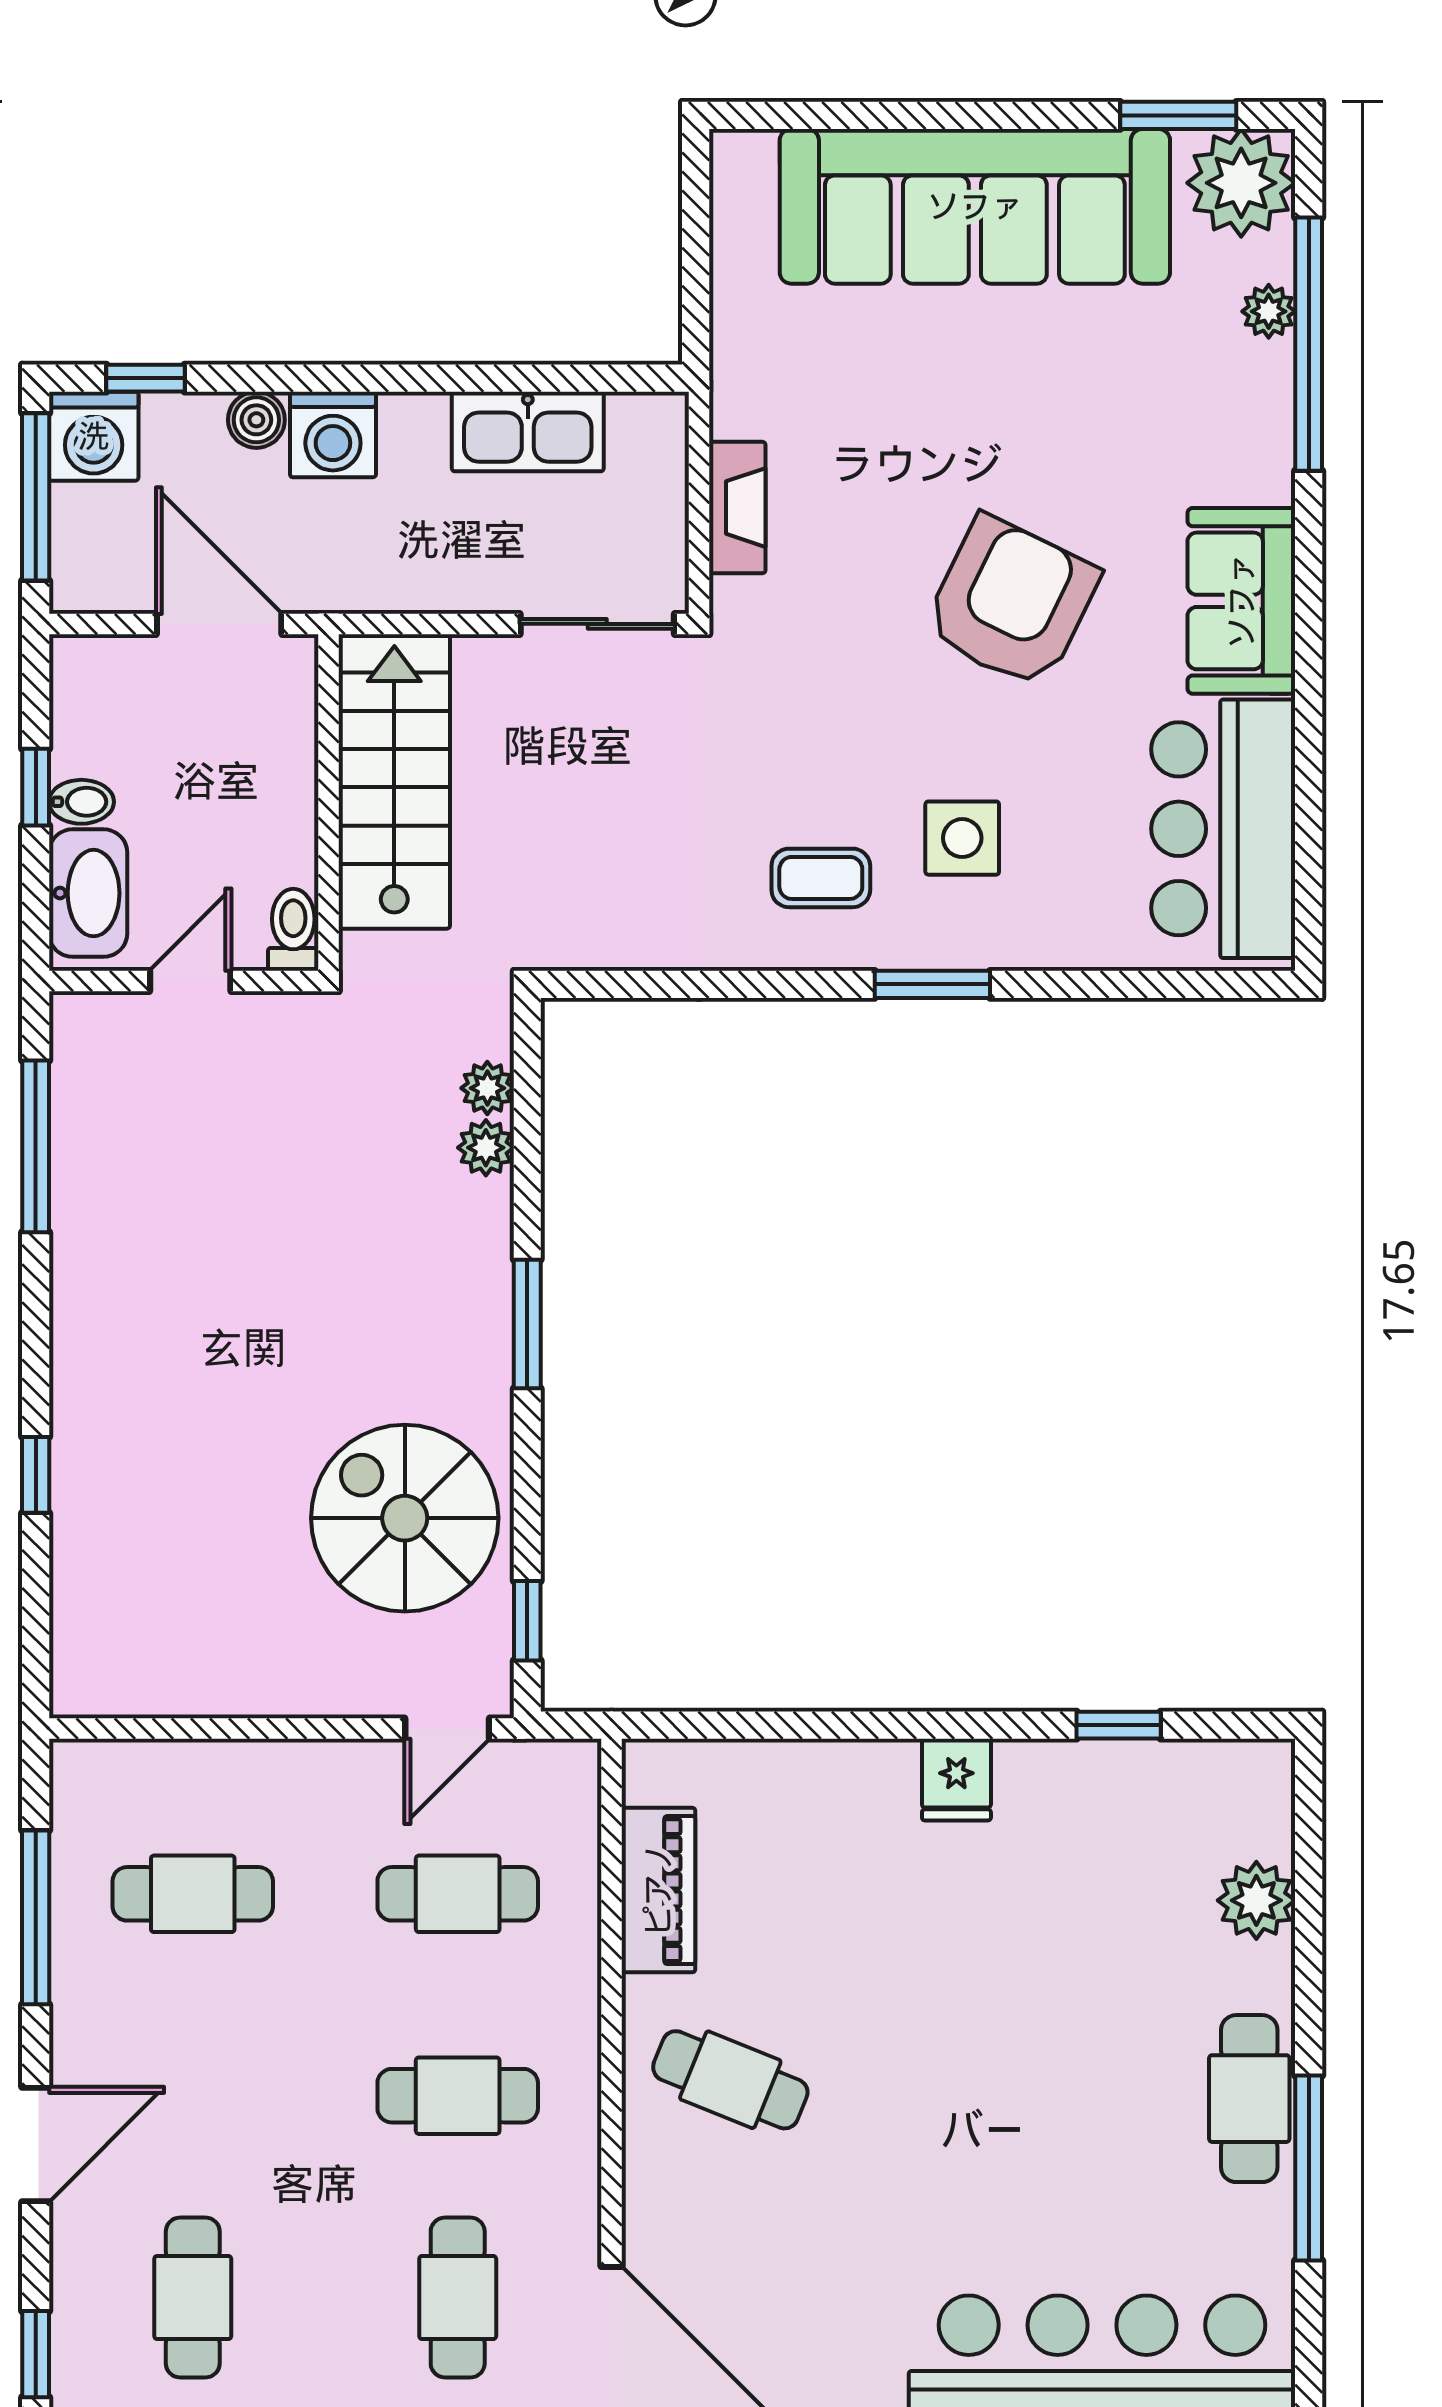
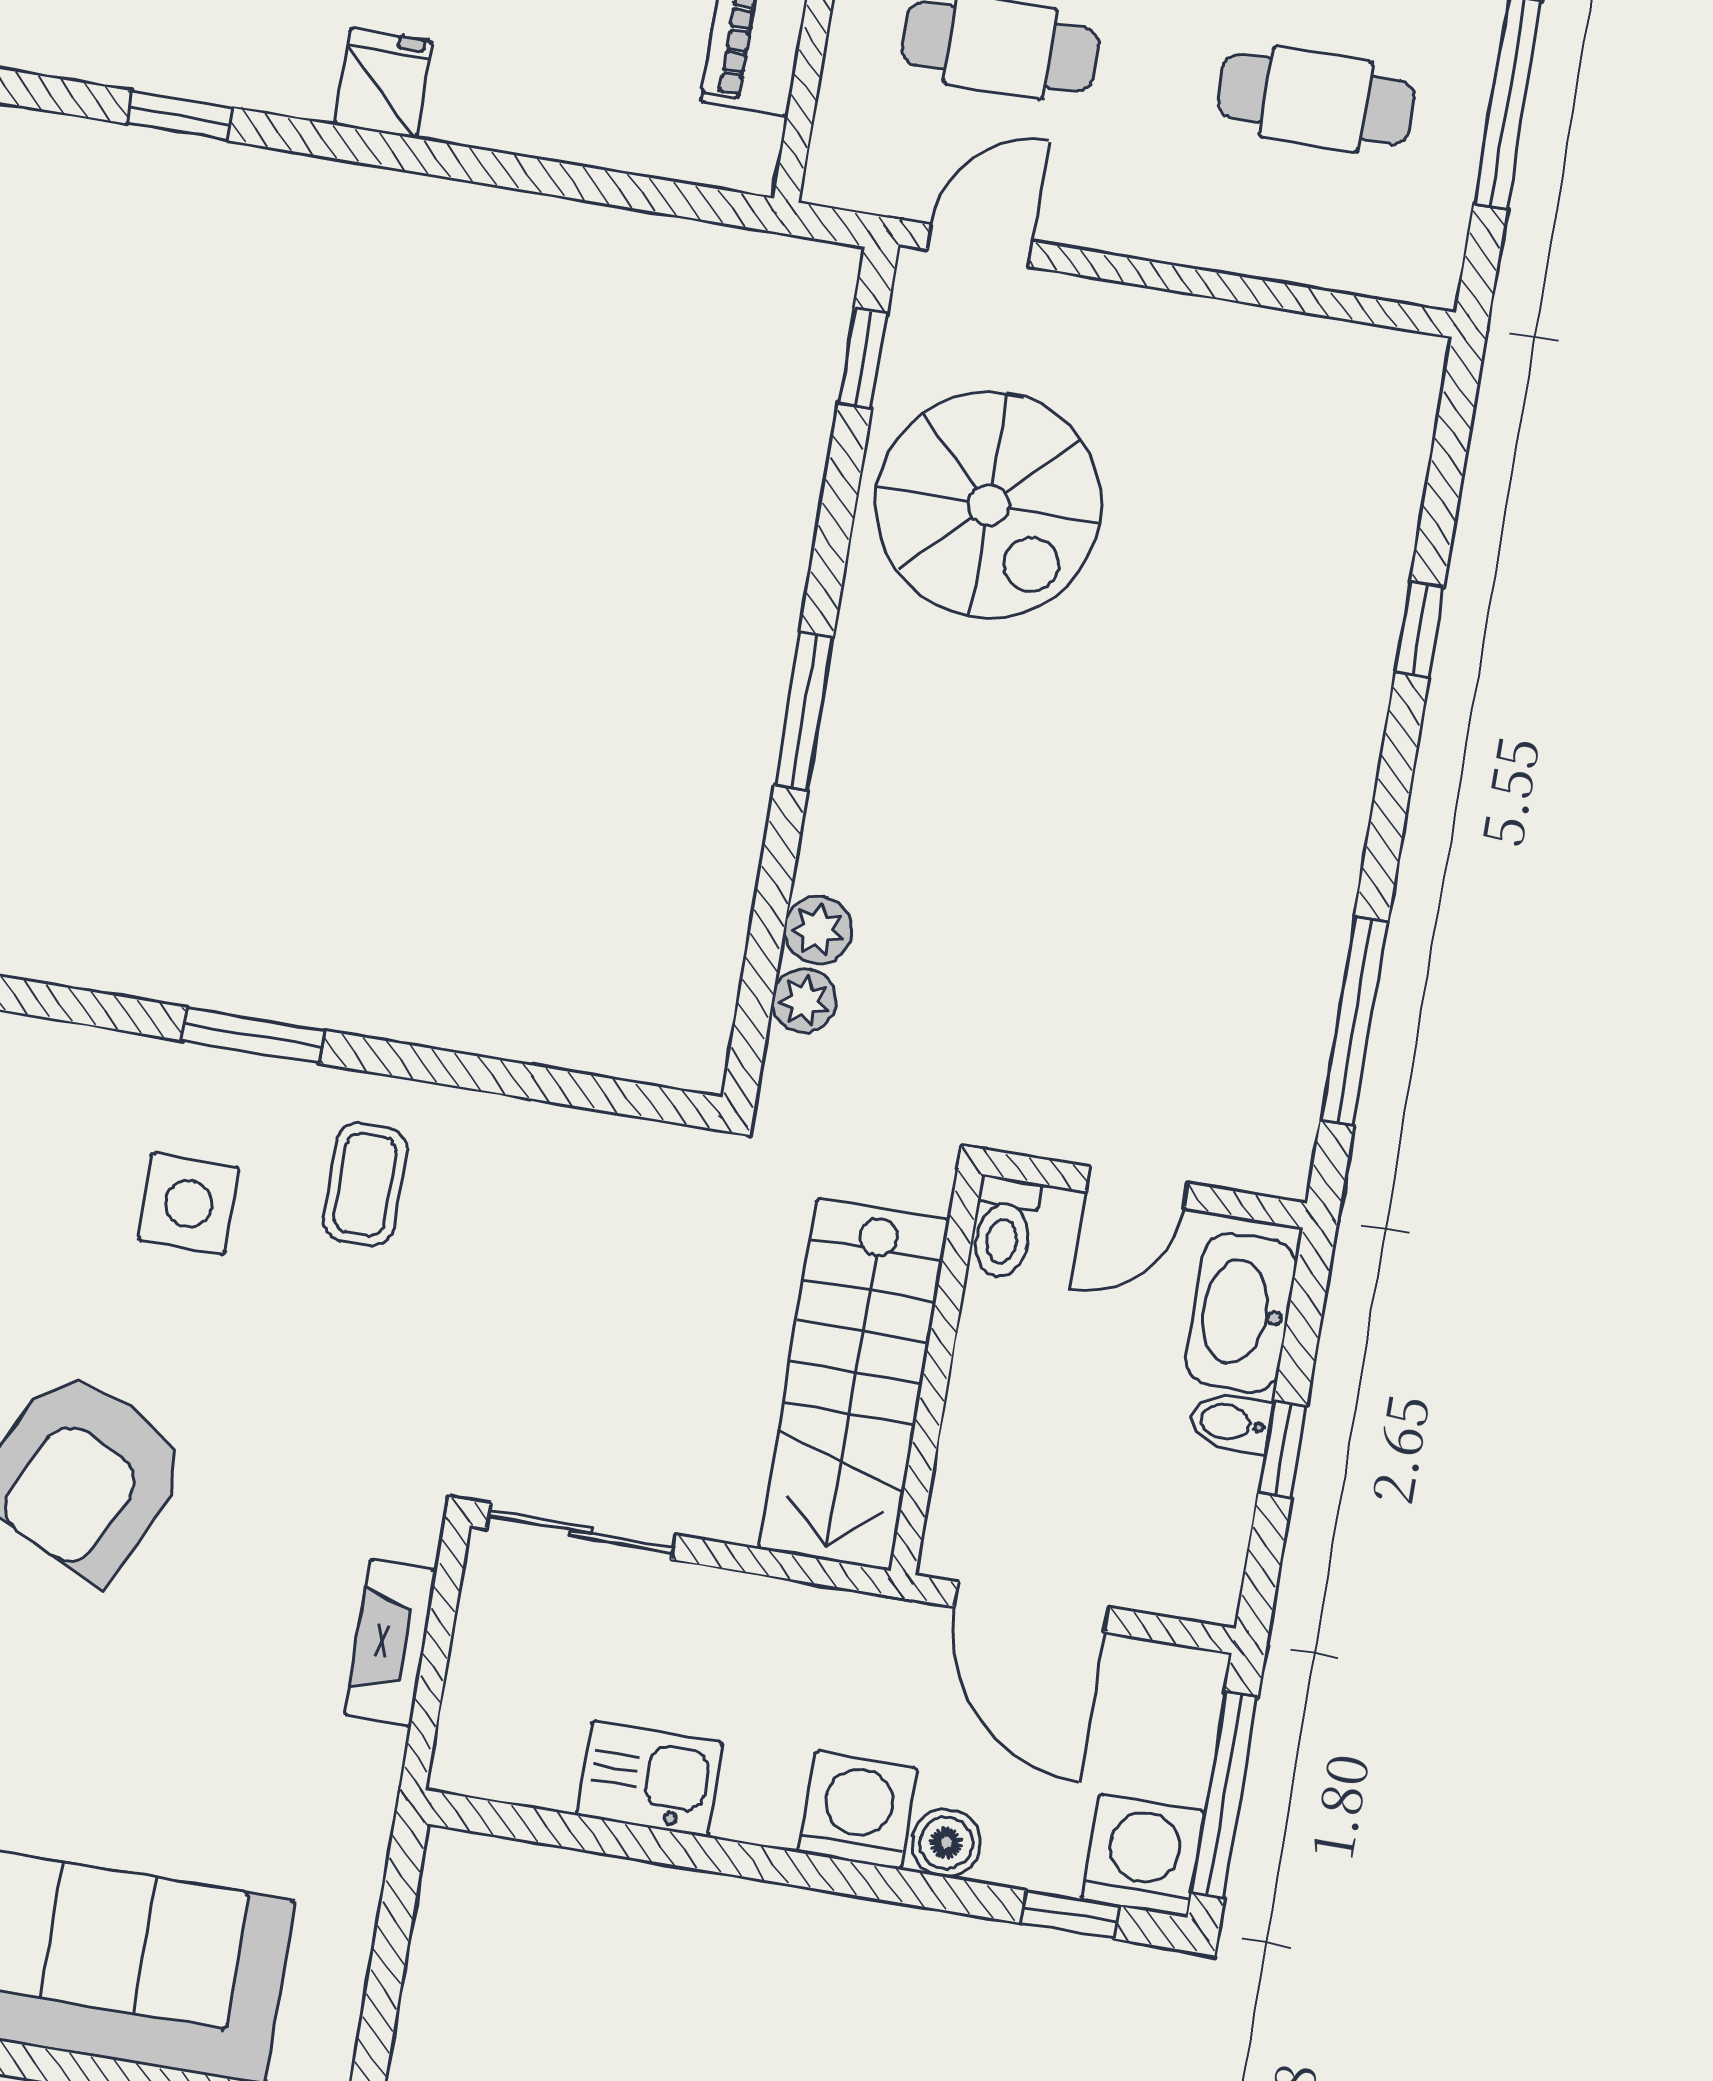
kitchen sink: (528, 432) -> (650, 1779), width x0.73
coffee table: (821, 878) -> (365, 1184), turned 90

